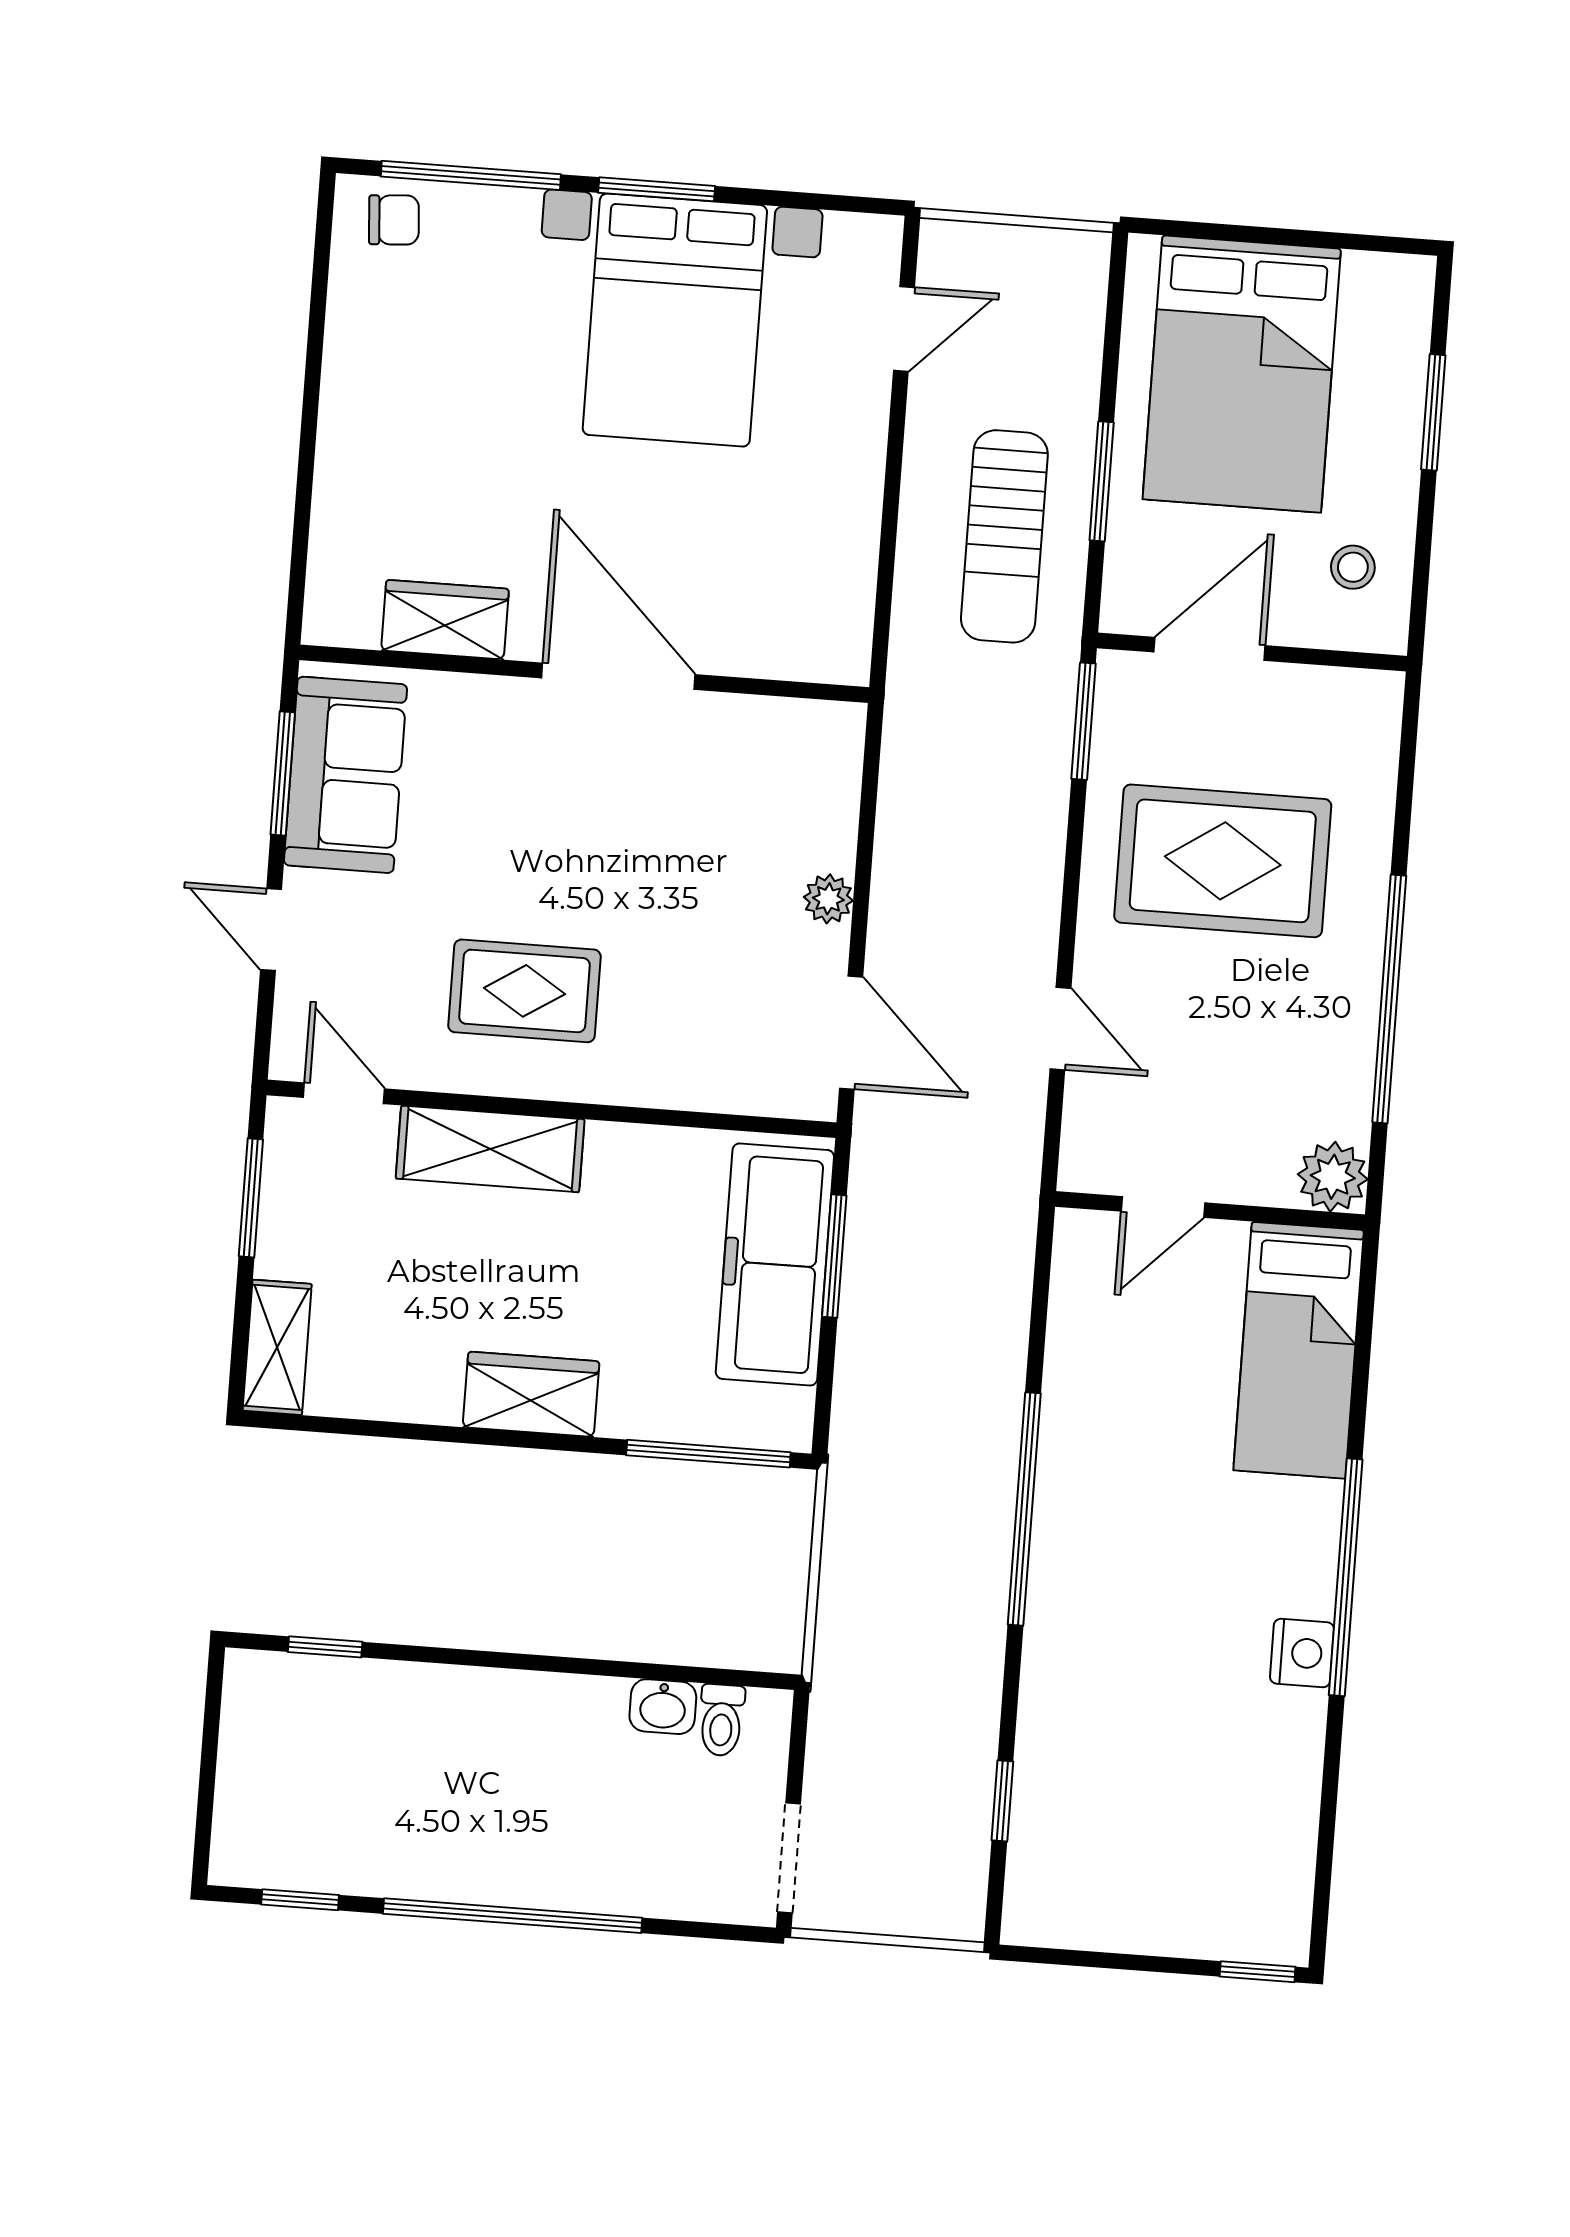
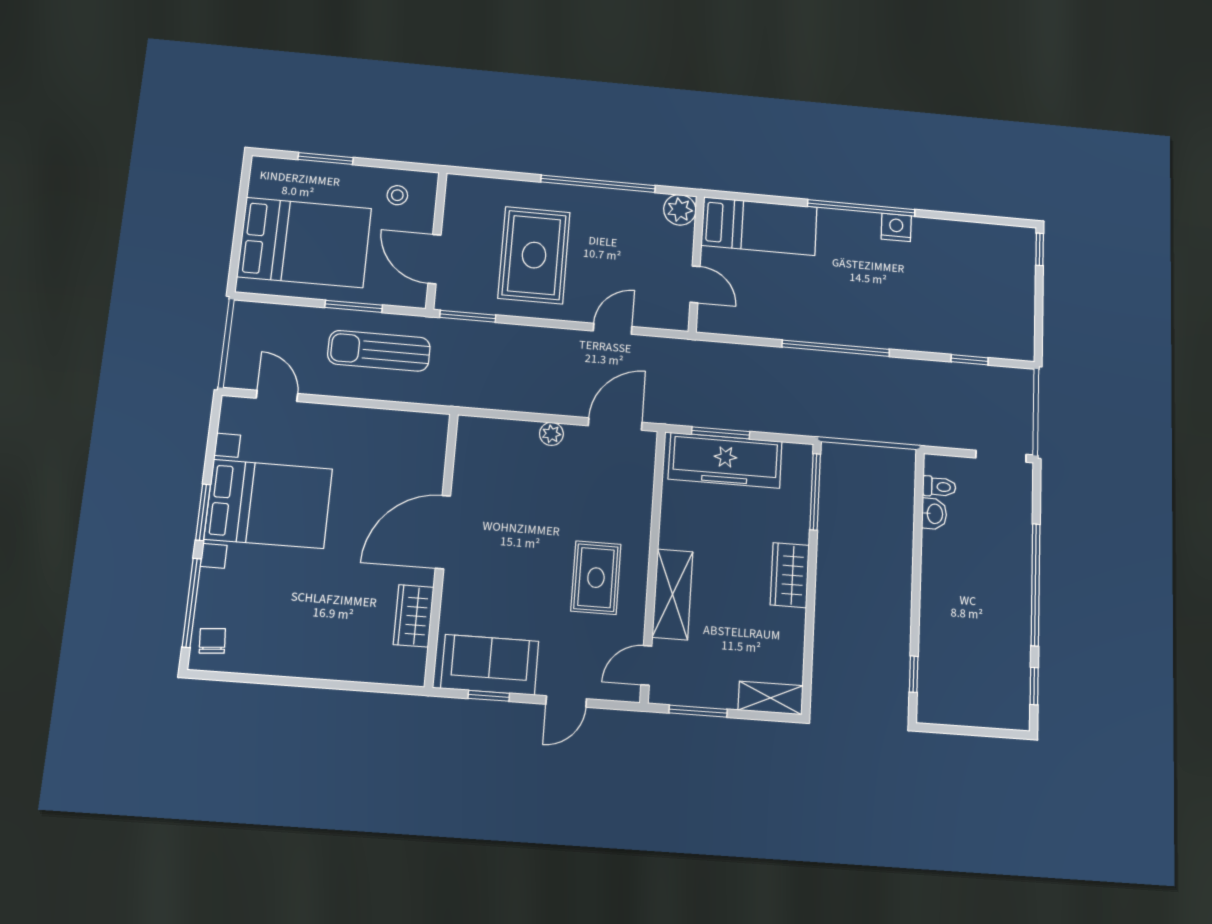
sun lounger: (1004, 536) -> (379, 351), turned 180
window: (283, 774) -> (489, 696), width x0.67

